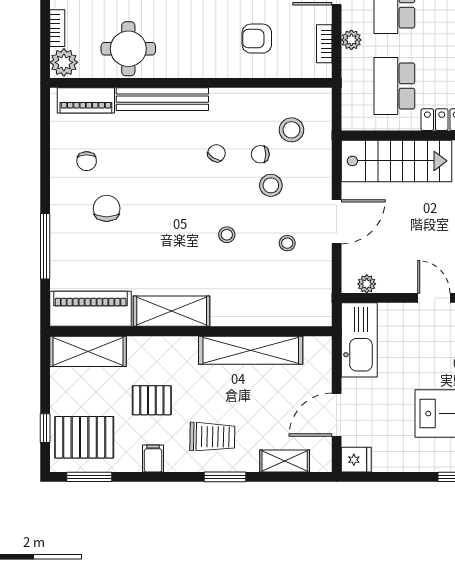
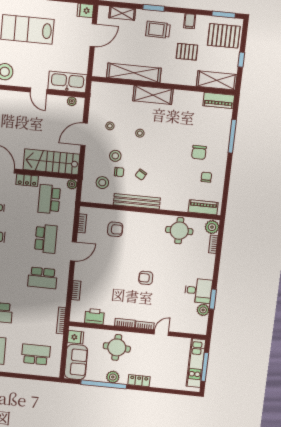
plant: (351, 40) -> (72, 184), moved
school desk: (394, 86) -> (49, 199), turned 180
bench: (162, 99) -> (137, 201), moved
piano: (91, 309) -> (219, 100), width x0.73, depth x0.75
shelving: (172, 311) -> (153, 95), moved
kitchen sink: (359, 340) -> (67, 82), moved, turned 90
window: (45, 428) -> (241, 60), moved

